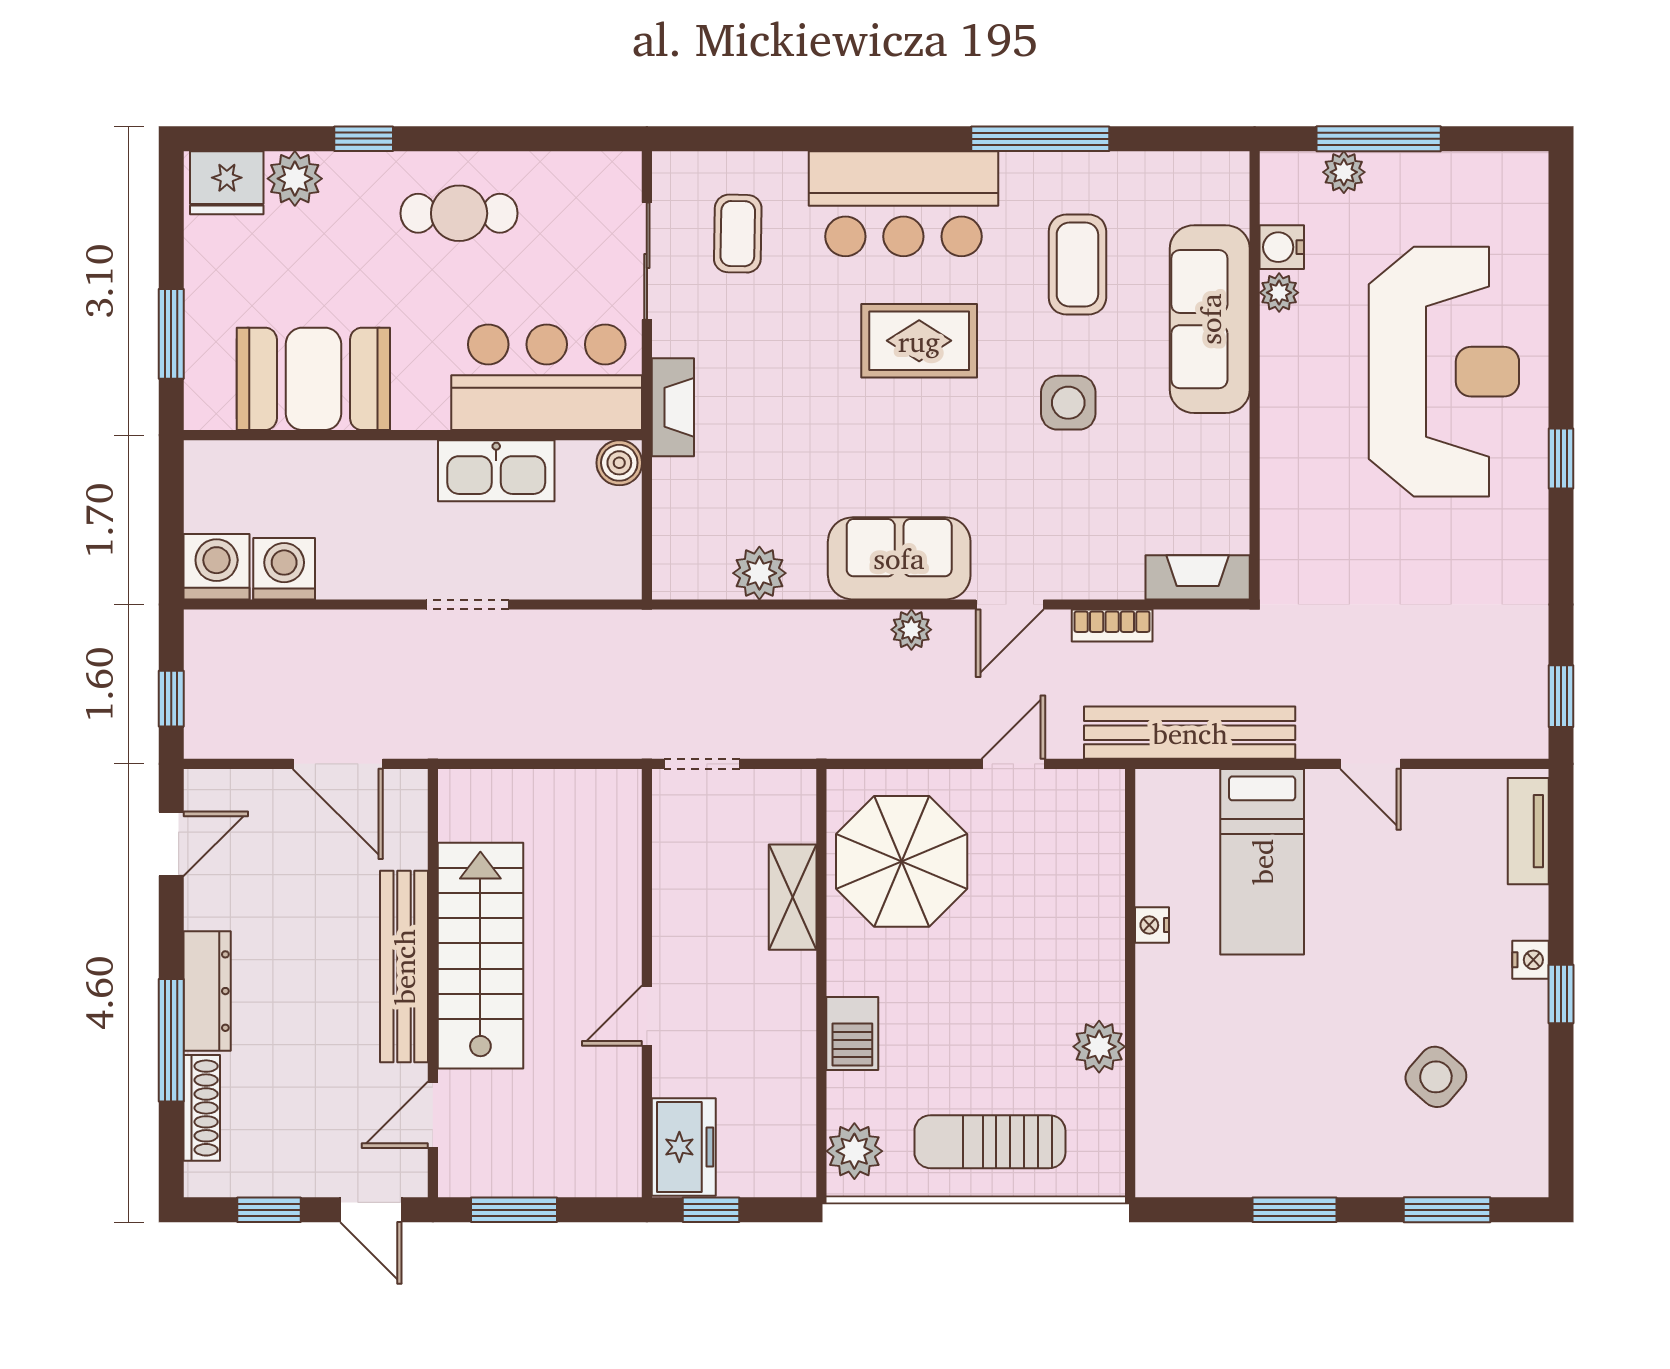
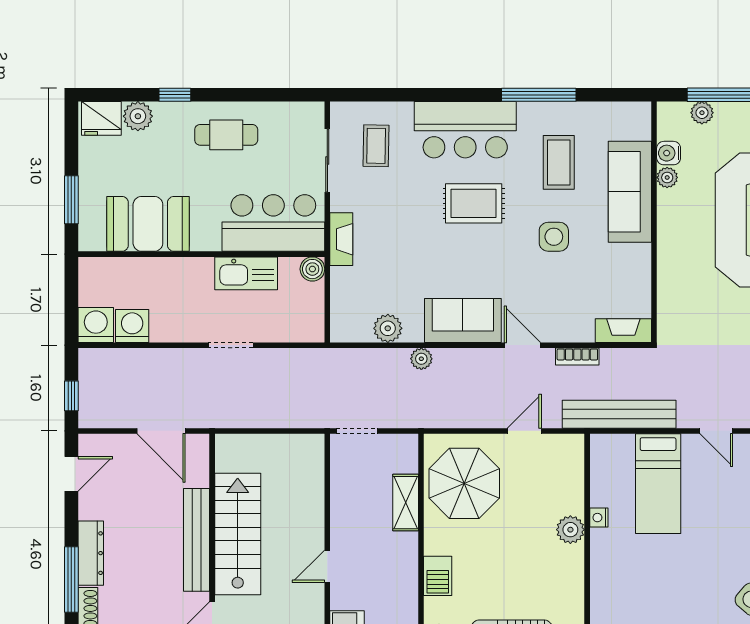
door: (1010, 605) -> (522, 345), swing flipped
plant: (911, 630) -> (421, 359), moved
plant: (1099, 1047) -> (570, 530), moved

